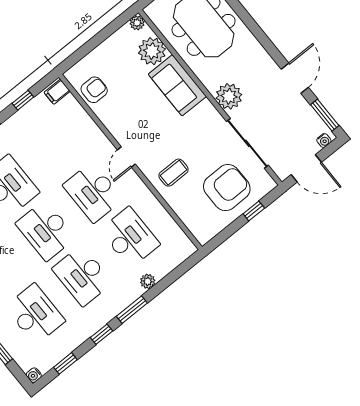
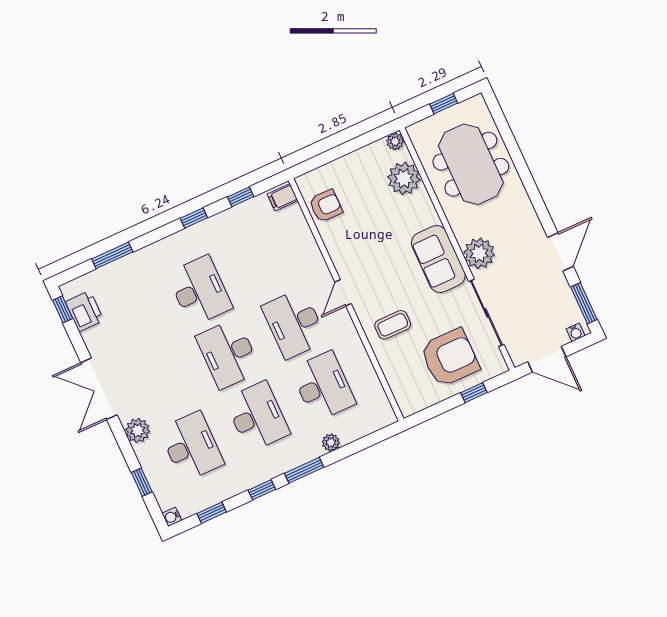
sofa: (177, 85) -> (438, 259), moved
desk: (82, 276) -> (257, 417), turned 180

